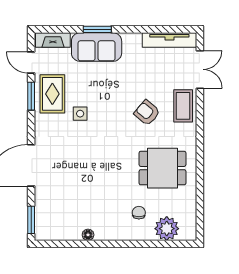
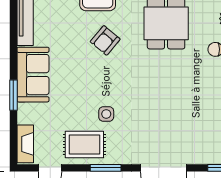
sofa: (97, 47) -> (33, 75), moved
window: (31, 96) -> (106, 168), moved

